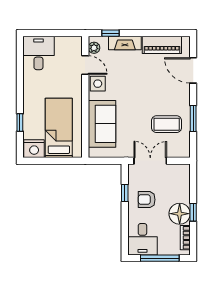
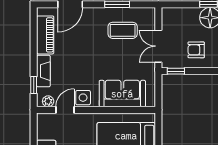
coffee table: (167, 124) -> (123, 30), turned 90
window: (125, 193) -> (176, 71), moved
armchair: (147, 200) -> (196, 50), turned 90

